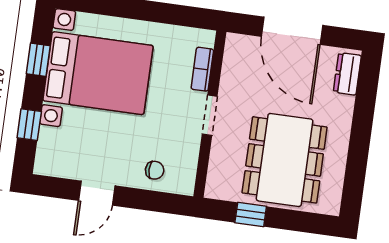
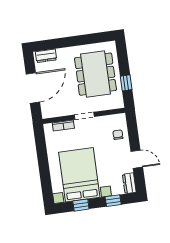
dining table: (285, 160) -> (96, 74), turned 90
dresser: (54, 166) -> (129, 183), added

